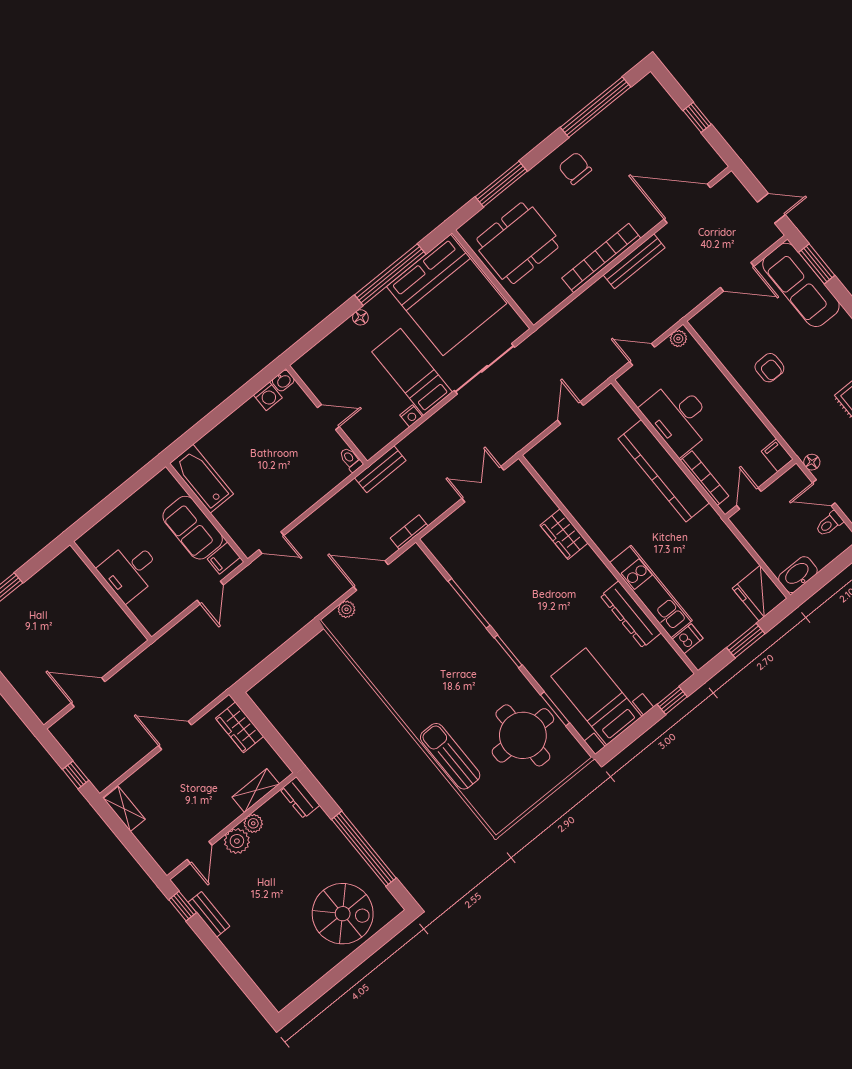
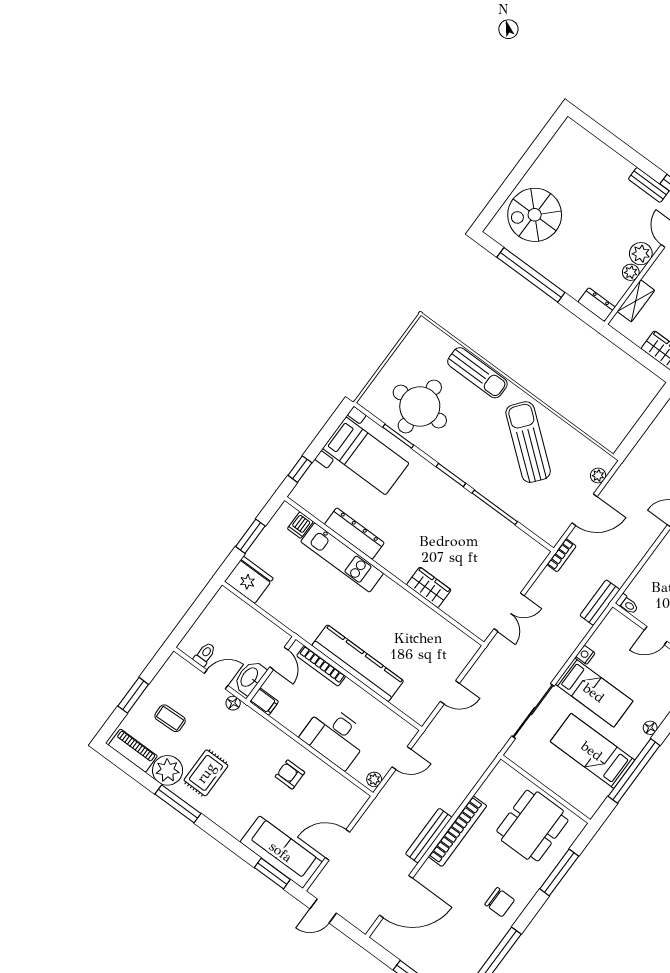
bed: (447, 295) -> (592, 751), width x0.49
door: (570, 413) -> (450, 692), hinge flipped
desk: (678, 417) -> (335, 736), moved, turned 180
washbasin: (798, 575) -> (250, 677), moved, turned 180
sun lounger: (414, 666) -> (528, 442), added

